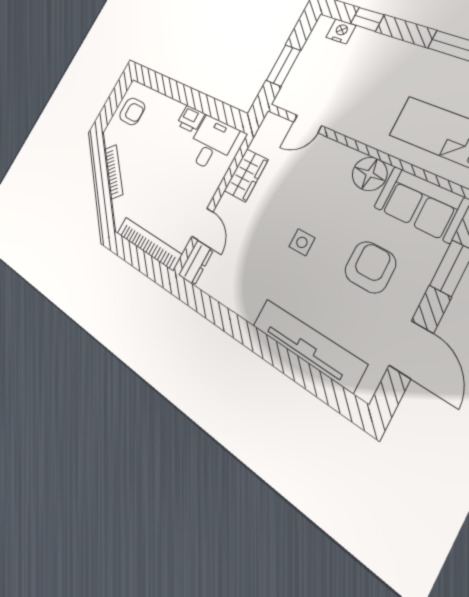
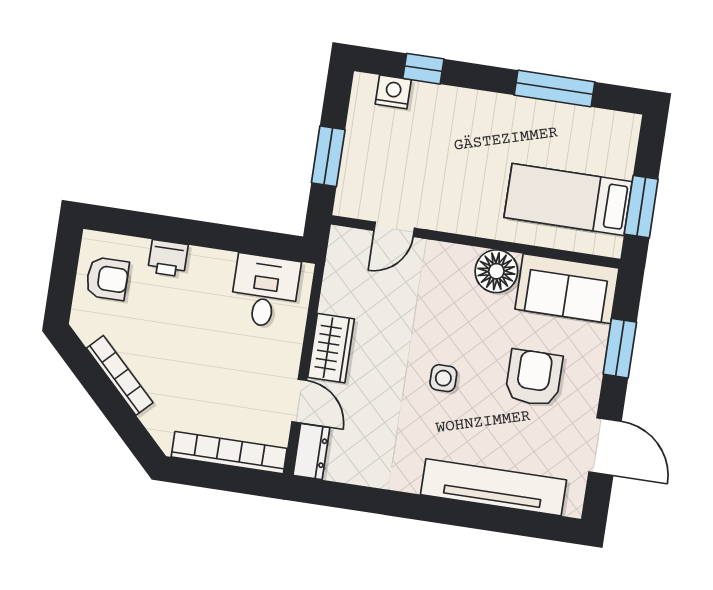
printer: (191, 119) -> (168, 258), moved
wardrobe: (246, 175) -> (331, 348), moved

